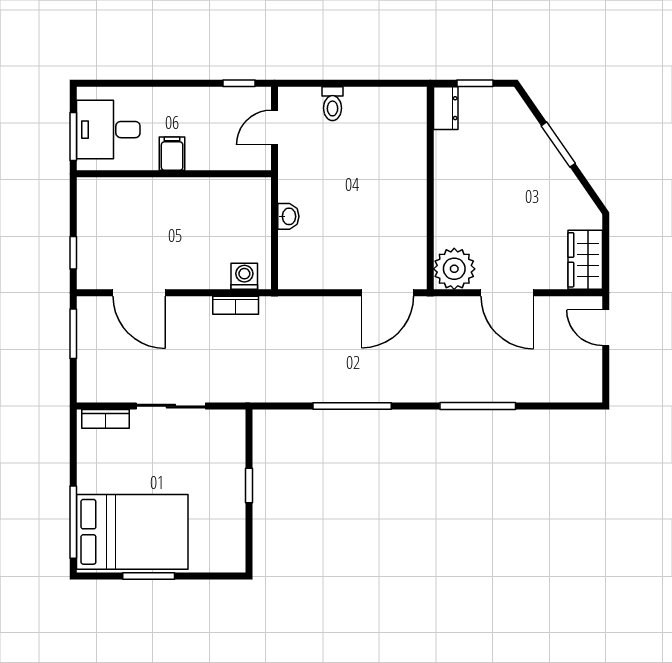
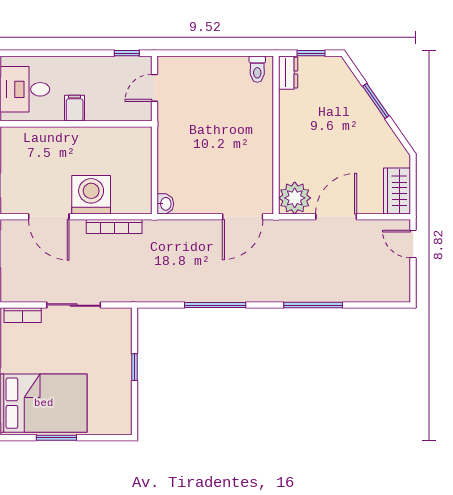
toilet: (333, 104) -> (257, 69), moved
washbasin: (288, 216) -> (165, 204), moved
washing machine: (244, 276) -> (91, 195), moved, width x1.89, depth x1.89
door: (507, 293) -> (336, 217), swing flipped
bookcase: (236, 305) -> (114, 226), width x1.56

